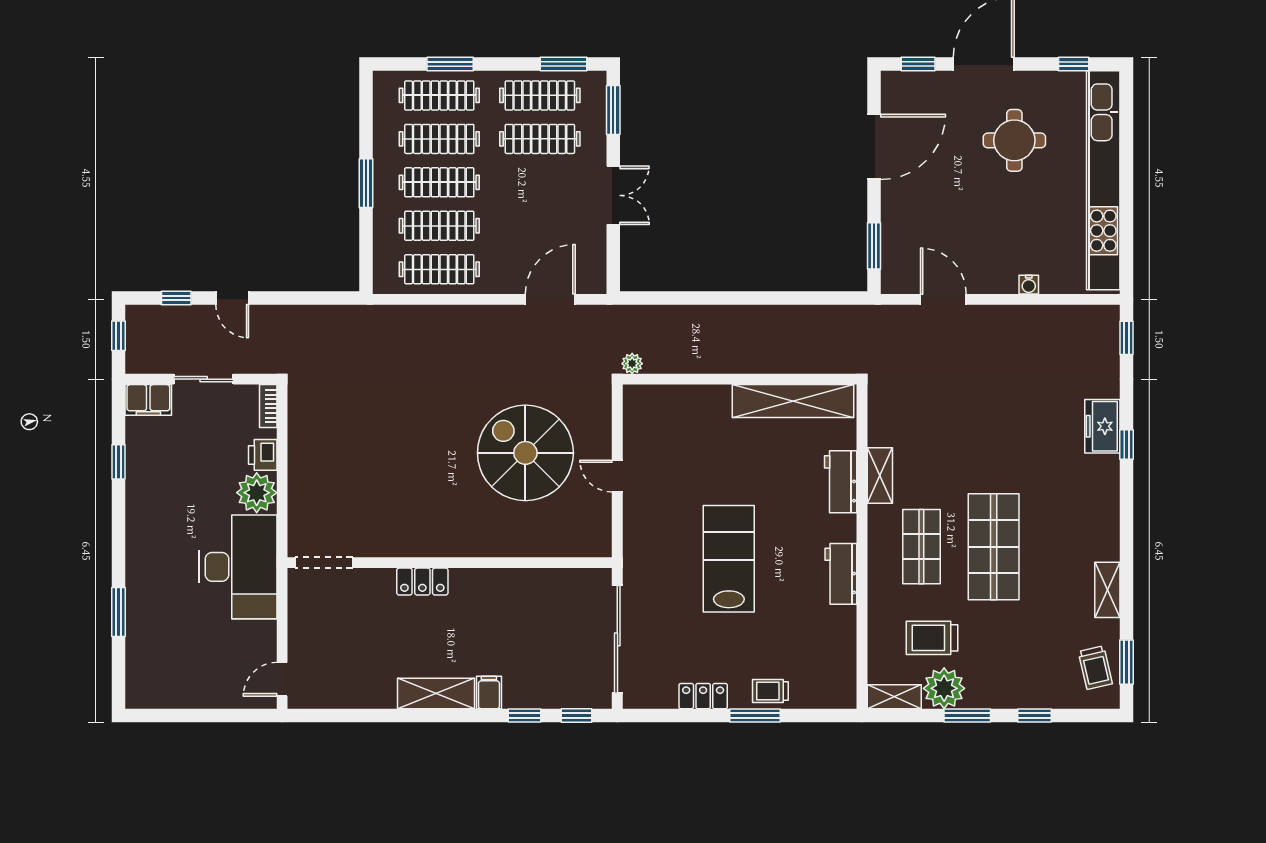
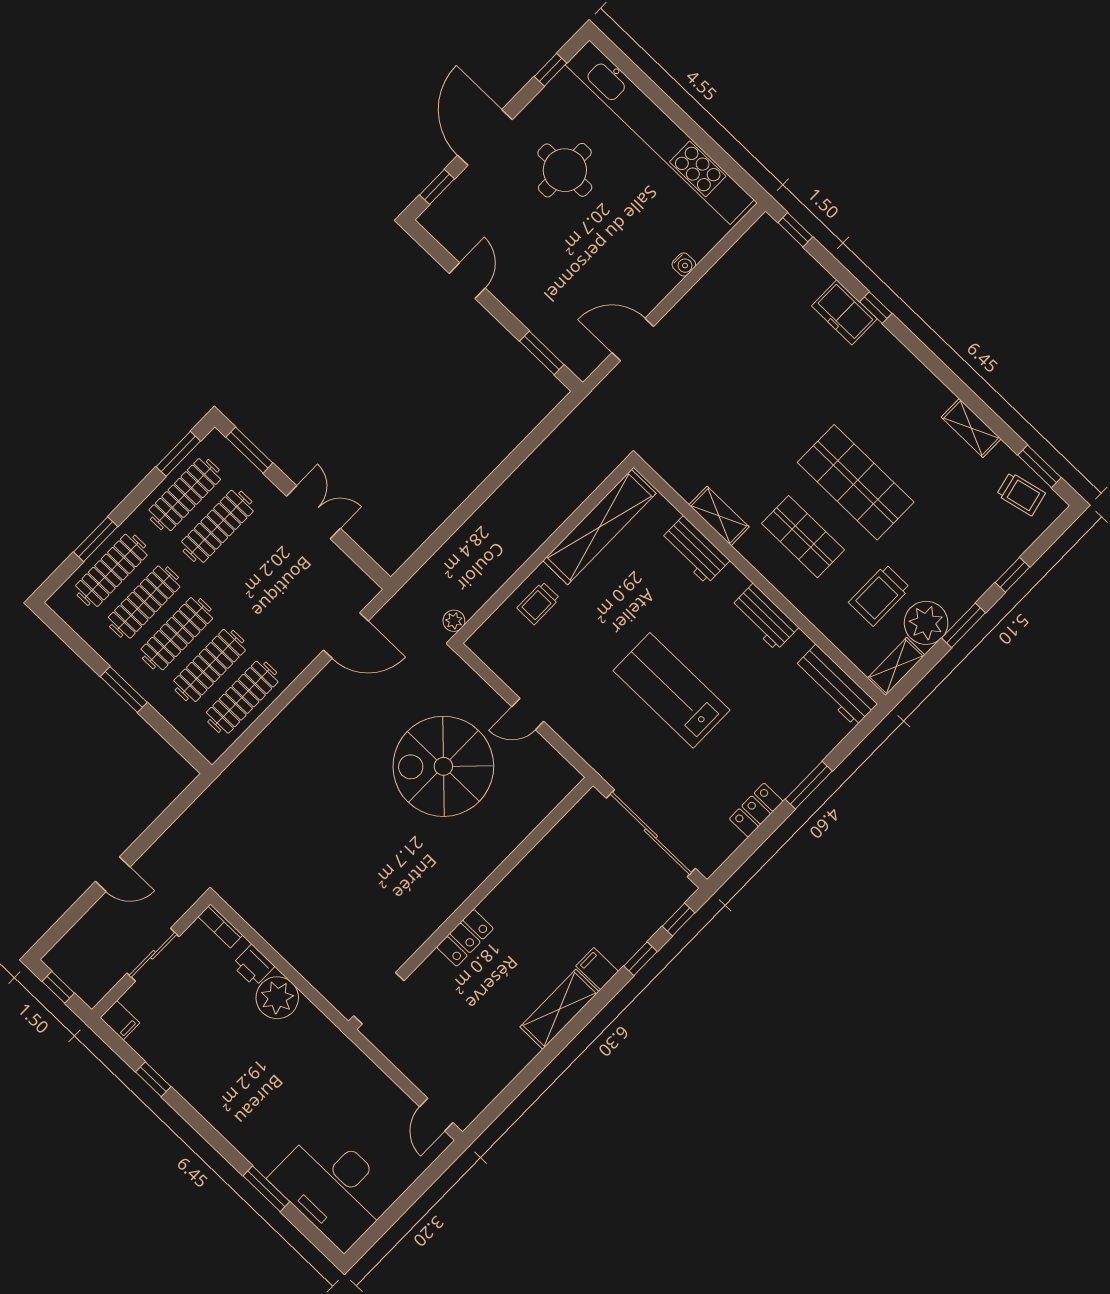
door: (874, 147) -> (467, 281), width x0.53
window: (176, 298) -> (72, 916), removed
door: (550, 299) -> (346, 636), swing flipped
filing cabinet: (148, 400) -> (120, 1020), width x0.50
desk: (238, 567) -> (333, 1187), moved, turned 180
workbench: (841, 668) -> (836, 685), added
trolley: (770, 691) -> (538, 603), moved

